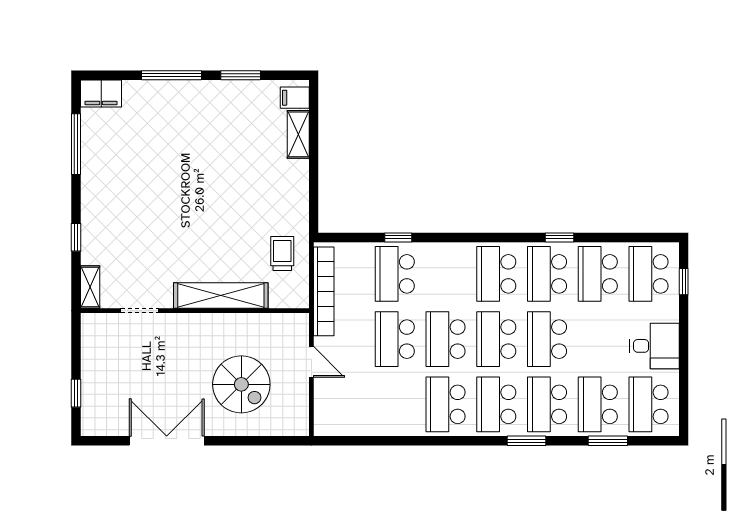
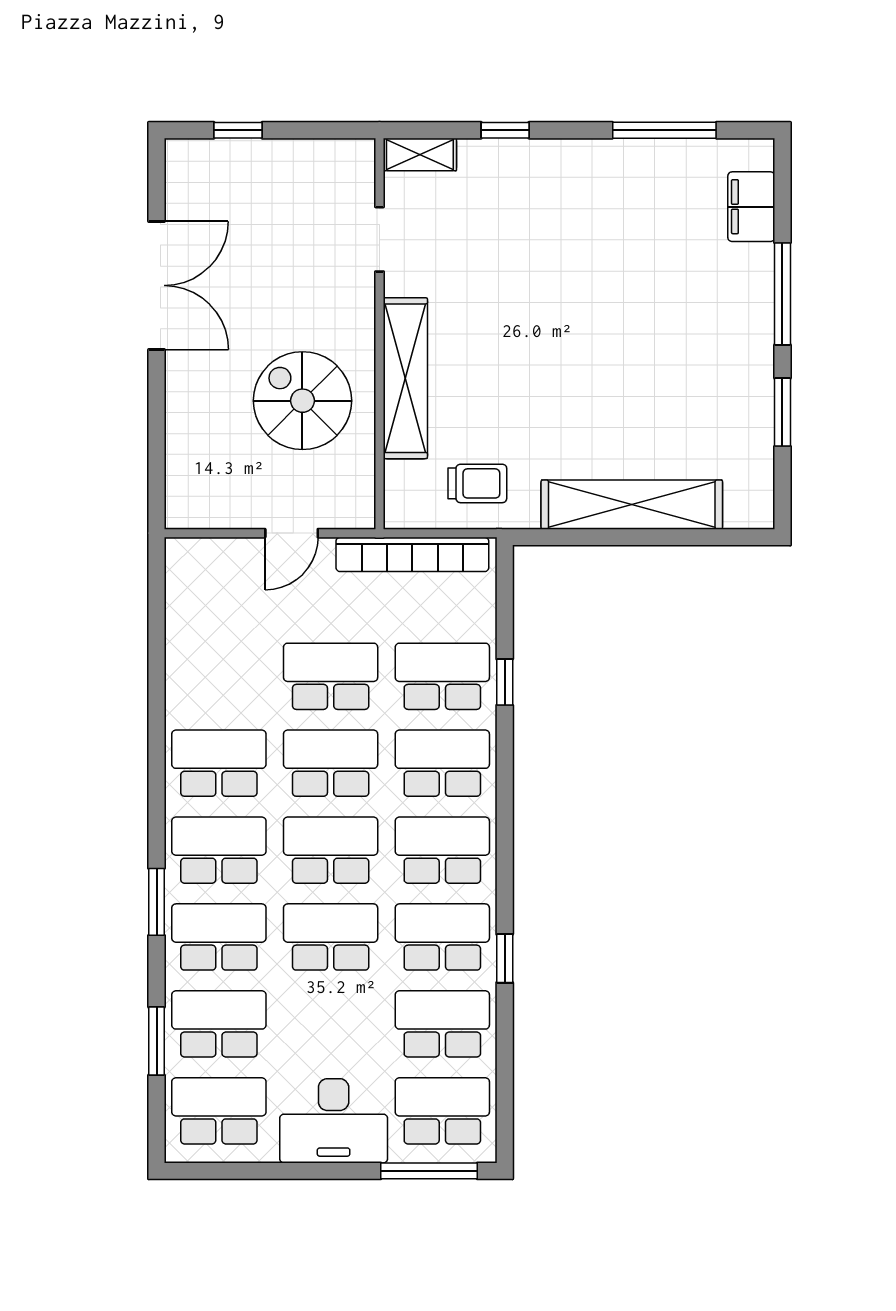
filing cabinet: (101, 93) -> (751, 207), moved
filing cabinet: (295, 98) -> (744, 505), removed
shelving: (298, 134) -> (632, 505), width x2.20, depth x1.33
school desk: (446, 274) -> (442, 763), added
window: (684, 282) -> (429, 1171), width x2.17
desk: (654, 346) -> (334, 1121), width x1.37
spiral stairs: (241, 384) -> (302, 401), moved, turned 90

